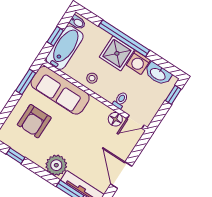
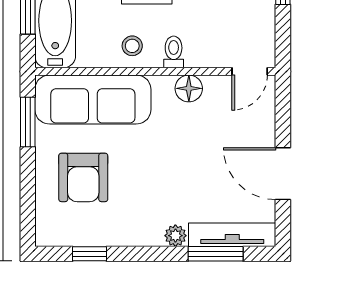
toilet: (120, 100) -> (174, 52), moved
floor lamp: (115, 119) -> (189, 88), moved
plant: (56, 165) -> (175, 236), width x0.53, depth x0.53

